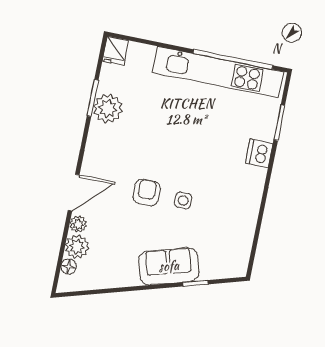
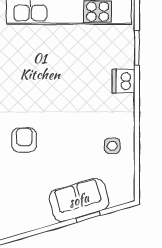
side table: (183, 201) -> (112, 146), moved
sofa: (169, 266) -> (79, 200), moved

